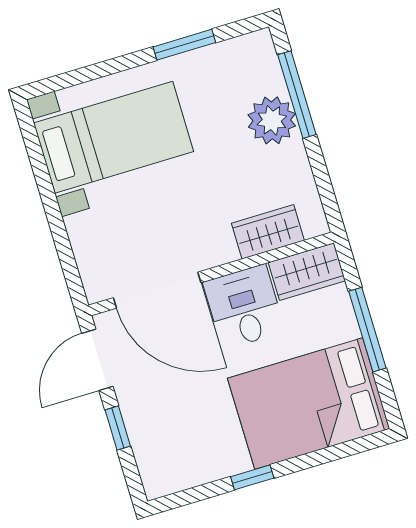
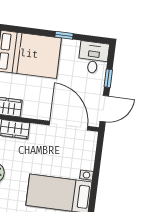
desk: (244, 307) -> (93, 58), moved, turned 180

